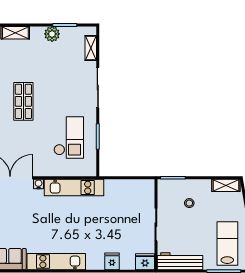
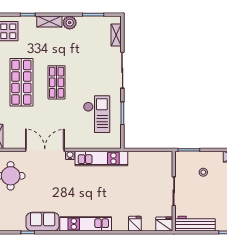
plant: (52, 34) -> (70, 23), moved

